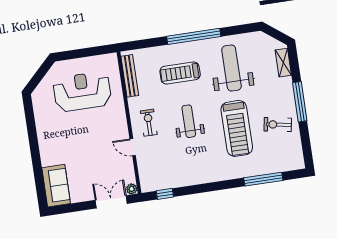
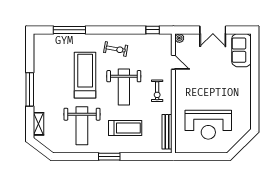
window: (194, 36) -> (109, 157), width x0.47
weight bench: (189, 121) -> (124, 87), width x1.36, depth x1.33
exercise bike: (278, 125) -> (116, 49), moved
door: (133, 147) -> (173, 62), moved
double door: (111, 202) -> (213, 30), moved

